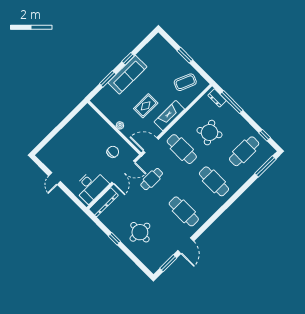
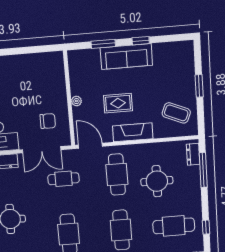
round table: (210, 133) -> (157, 181), turned 32

